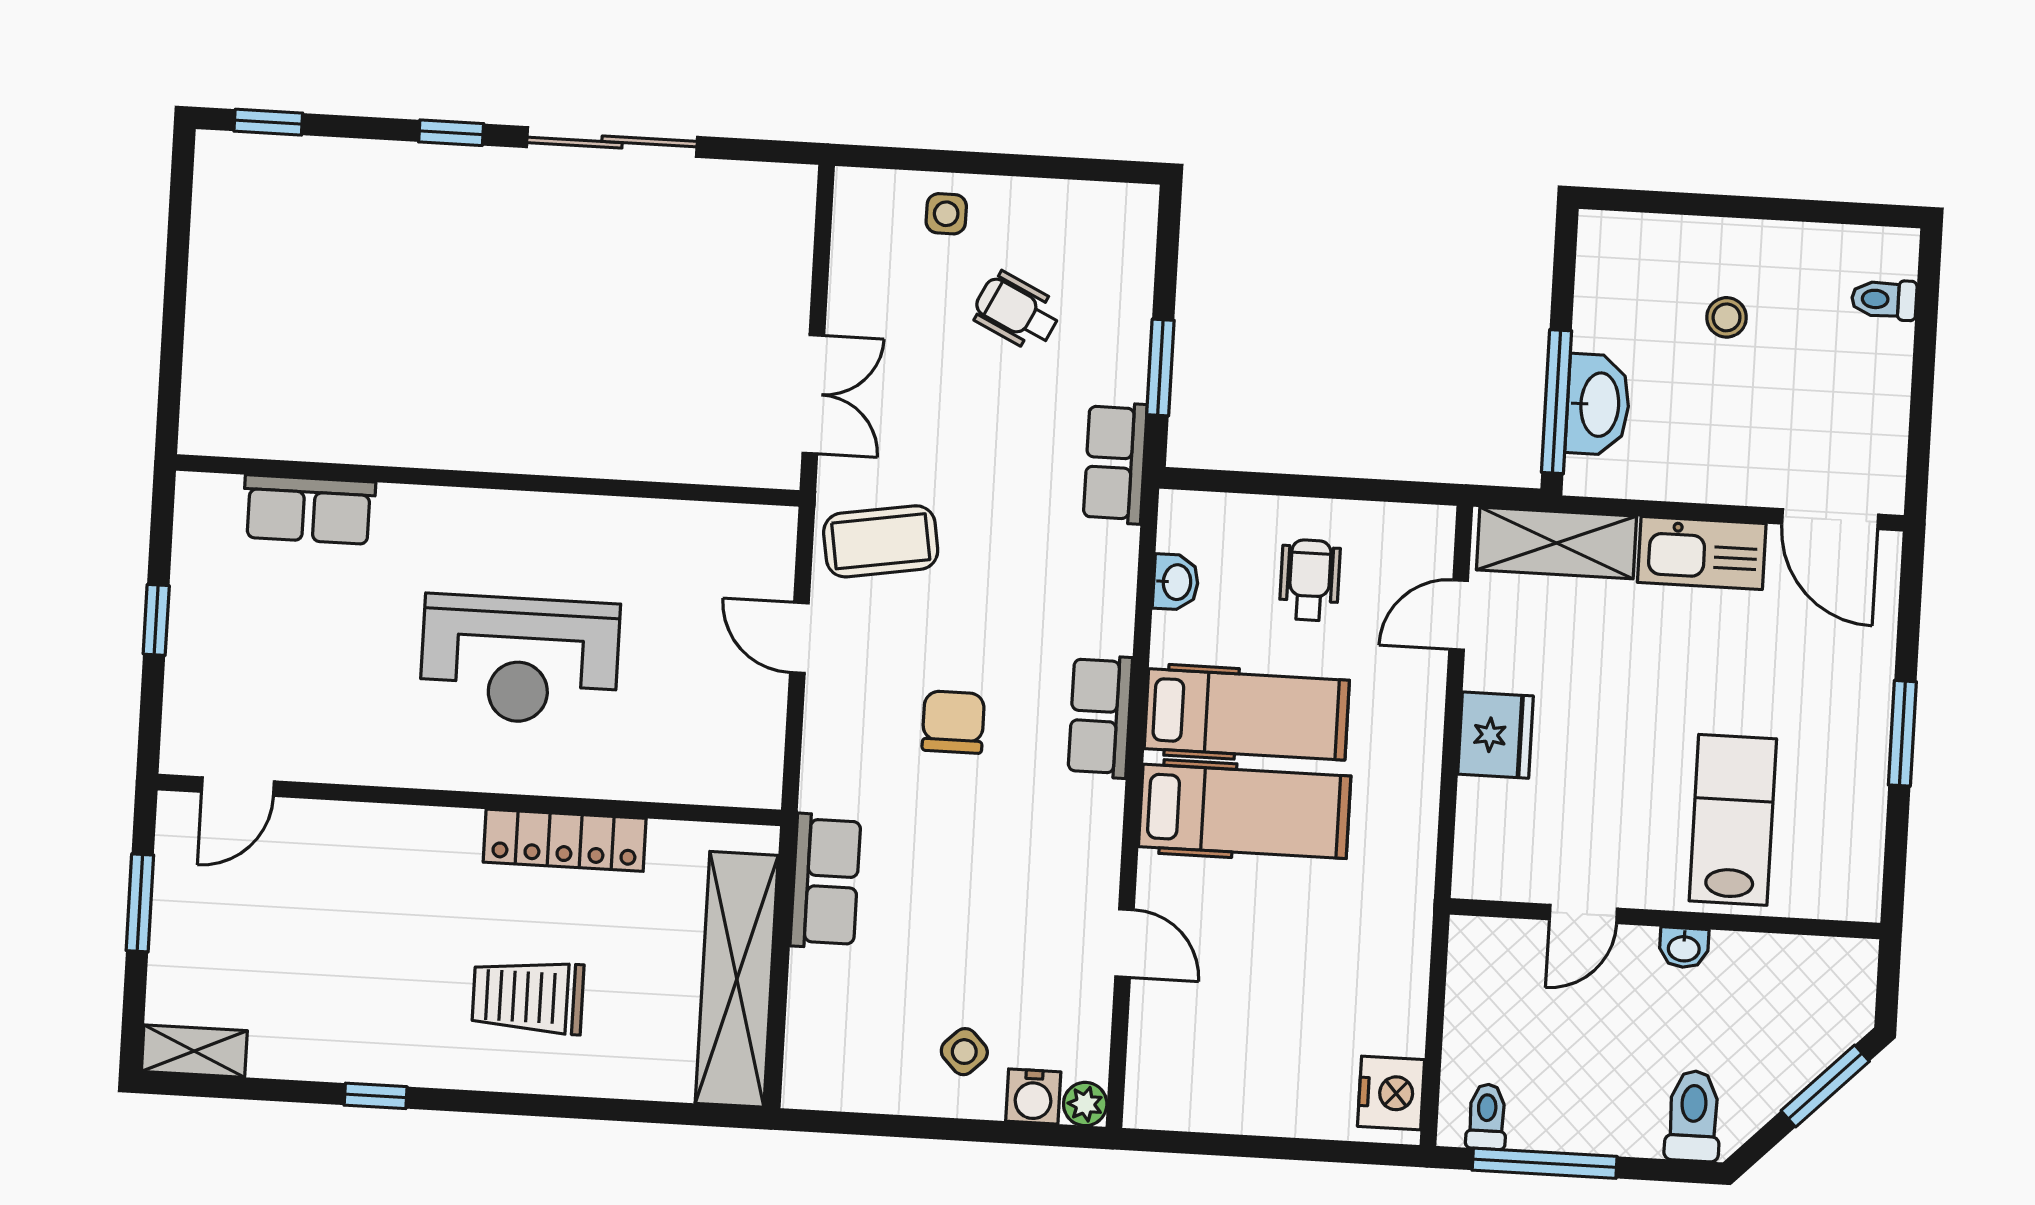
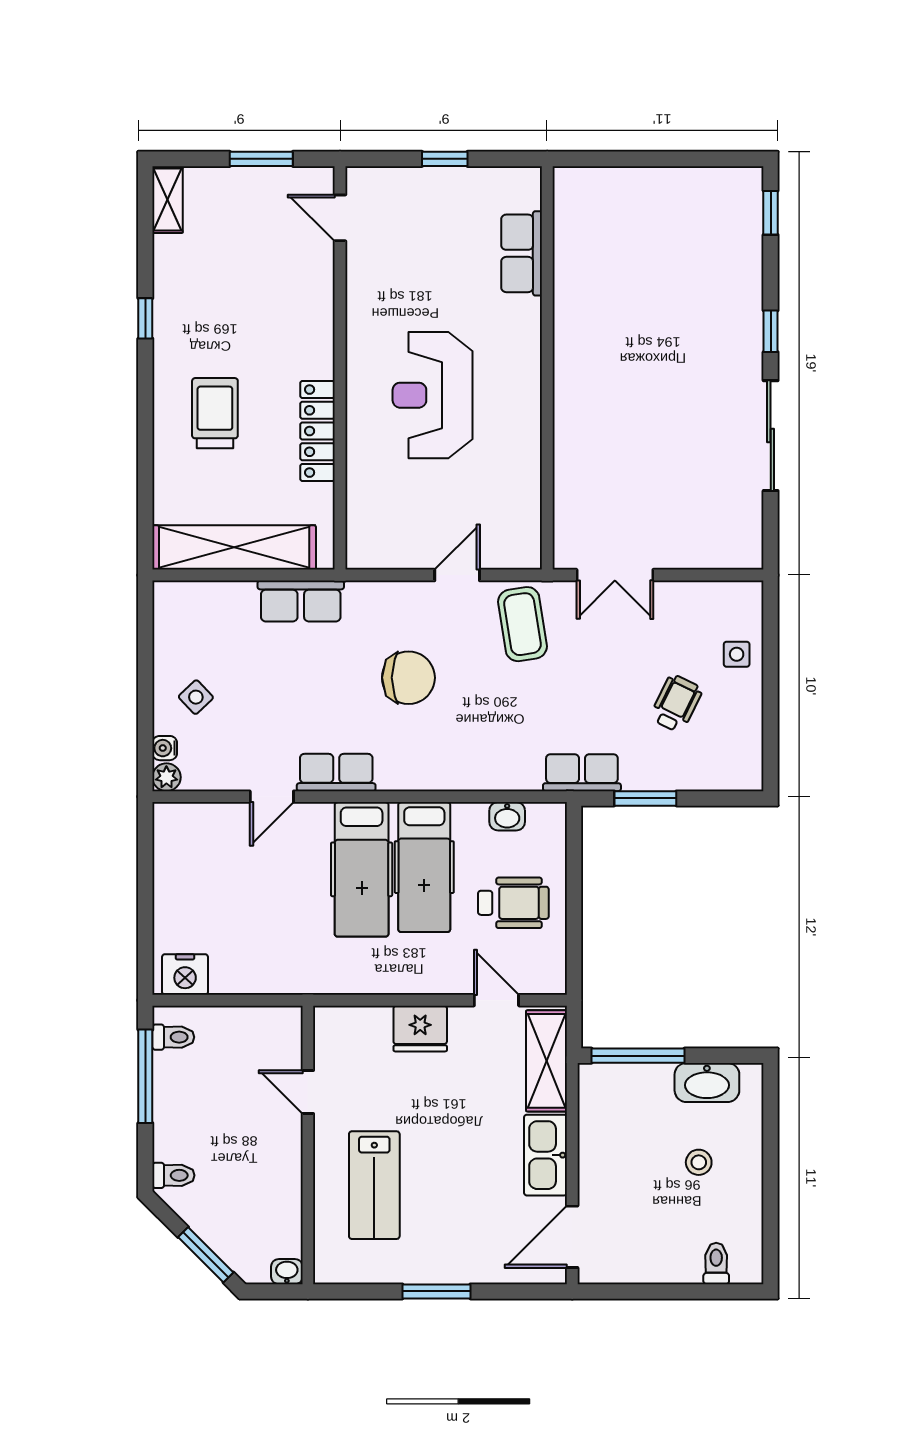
washbasin: (1598, 405) -> (707, 1082), moved
wheelchair: (1310, 580) -> (513, 903), width x1.36, depth x1.37
row of seats: (1100, 716) -> (336, 772), moved
chair: (953, 722) -> (408, 678), width x1.37, depth x1.37
lab bench: (1733, 820) -> (374, 1185), turned 90
washbasin: (1684, 948) -> (287, 1272), moved, turned 90
water cooler: (1033, 1097) -> (165, 748), width x0.72, depth x0.72
toilet: (1693, 1116) -> (173, 1175), width x0.73, depth x0.72

